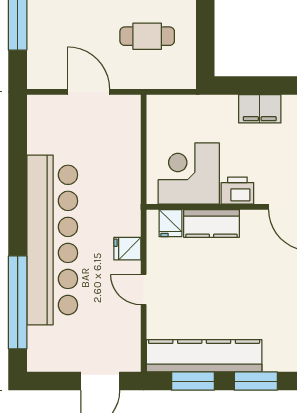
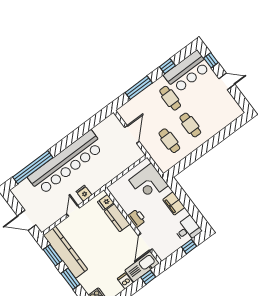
corner desk: (189, 174) -> (149, 183), moved, turned 180

